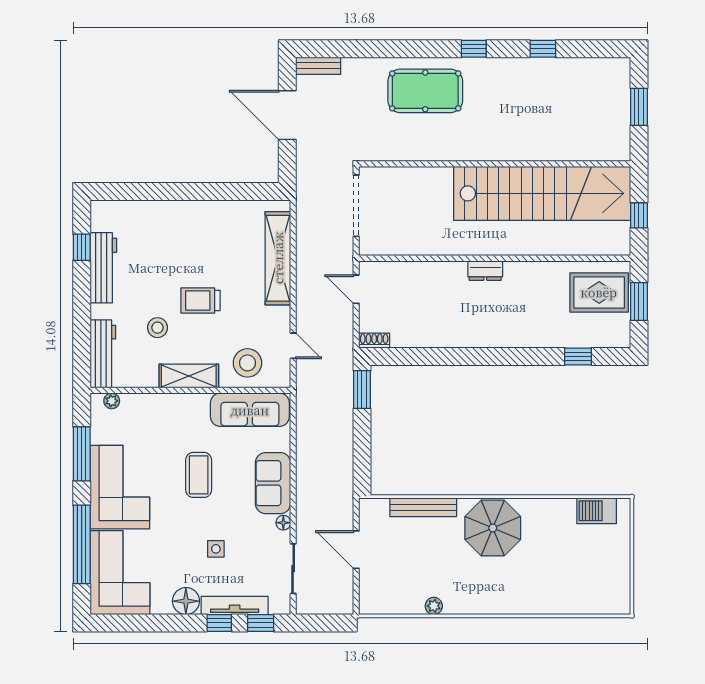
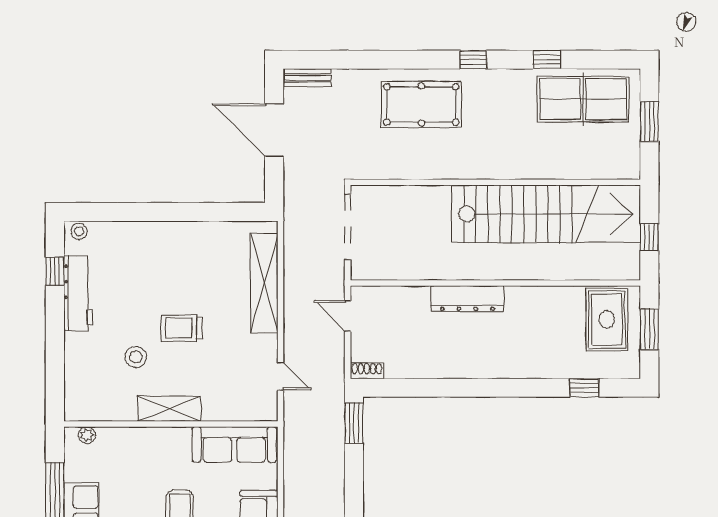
table tennis table: (577, 86) -> (583, 99), added
dresser: (485, 271) -> (467, 299), width x1.96, depth x1.24
rug: (599, 292) -> (607, 319), turned 90
workbench: (103, 354) -> (77, 385), removed
stool: (247, 363) -> (79, 231), moved, width x0.53, depth x0.53

